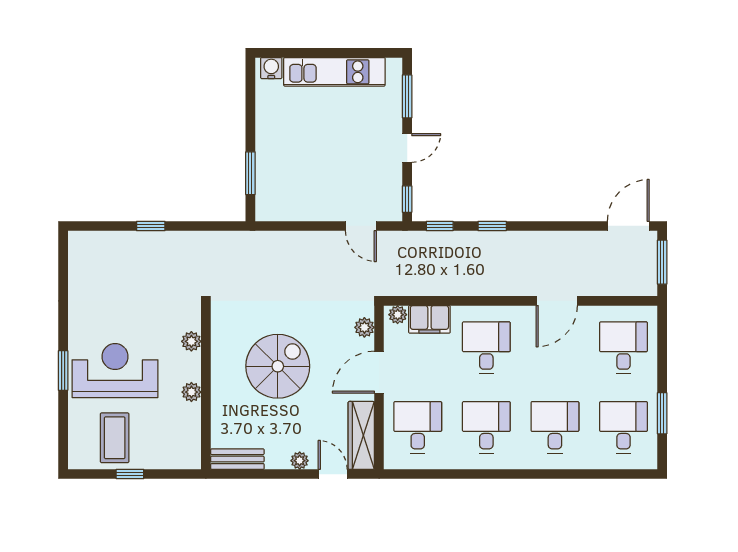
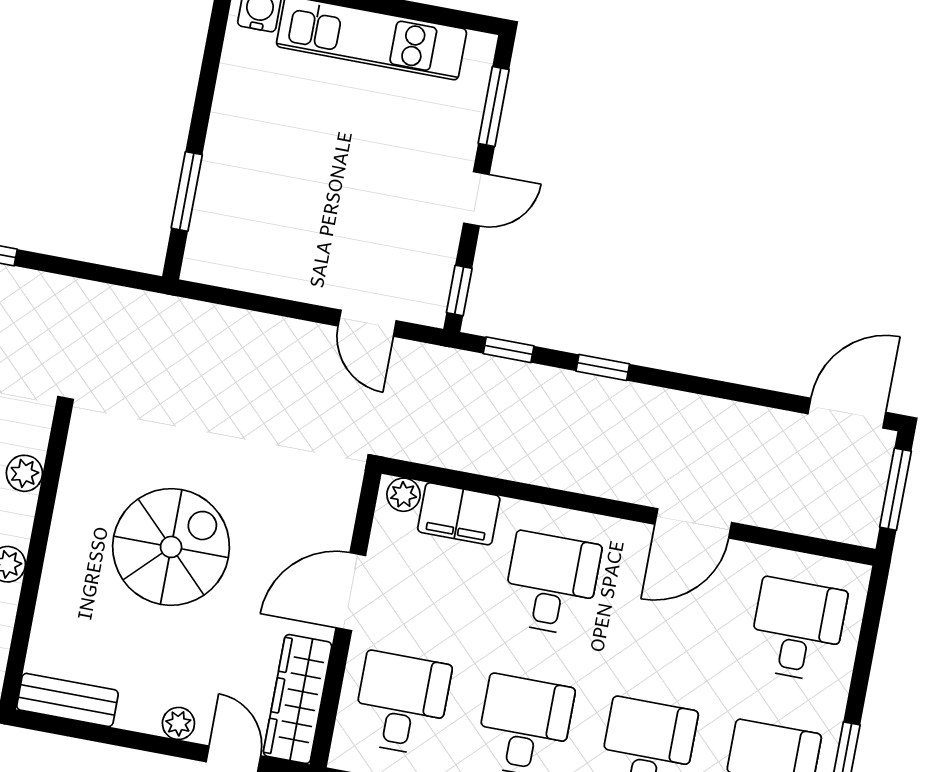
plant: (364, 327) -> (340, 506), removed

